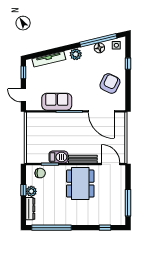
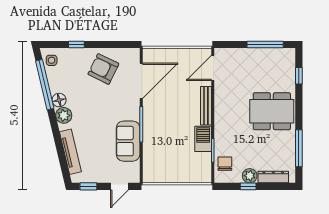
floor lamp: (99, 48) -> (59, 100), moved
dining table: (80, 184) -> (272, 111), moved
window: (51, 228) -> (299, 148), width x0.68

